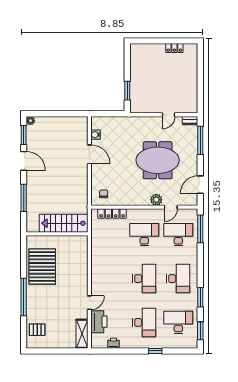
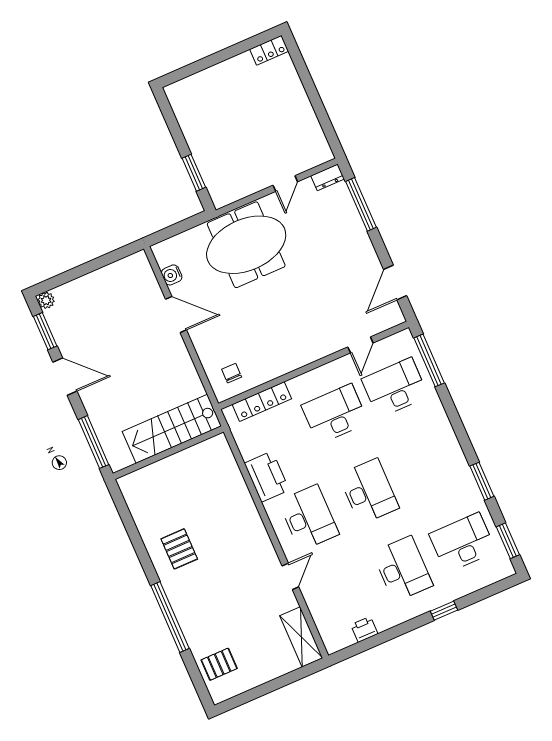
locker: (174, 48) -> (269, 50), moved
meeting table: (158, 160) -> (246, 245), moved
plant: (156, 200) -> (329, 343), removed
stairs: (64, 223) -> (172, 429), moved
wall: (57, 234) -> (168, 453), moved
pallet: (42, 267) -> (179, 549), width x0.49, depth x0.50
desk: (178, 279) -> (309, 518), moved
printer: (99, 322) -> (267, 477), moved

